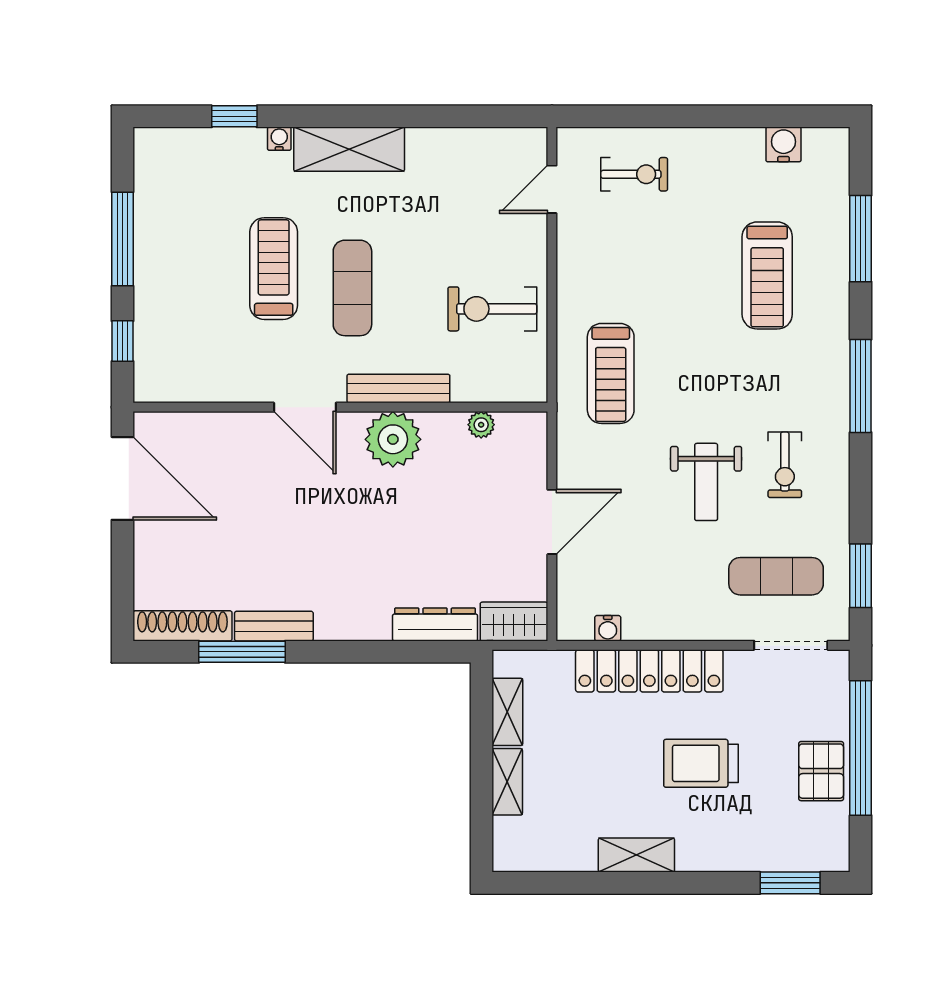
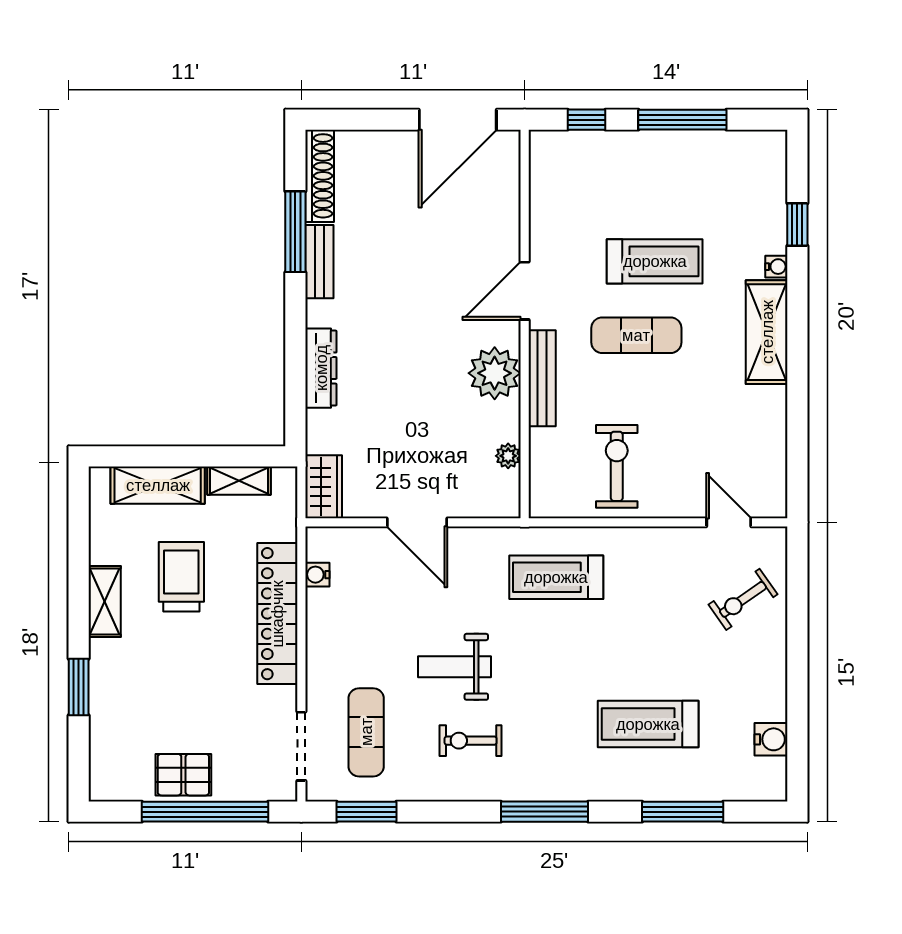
exercise bike: (634, 174) -> (743, 599), turned 55
dresser: (435, 624) -> (321, 368), moved
trolley: (701, 763) -> (181, 577), moved
shelving: (507, 782) -> (158, 485), width x1.50, depth x1.33
window: (790, 883) -> (79, 687), moved

